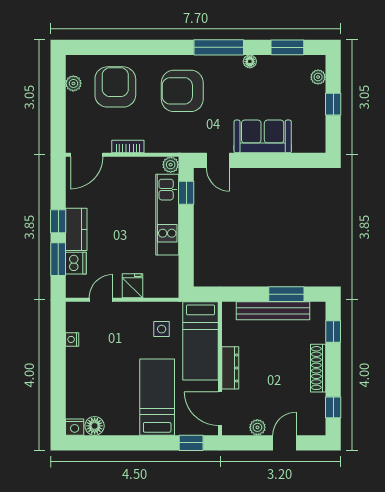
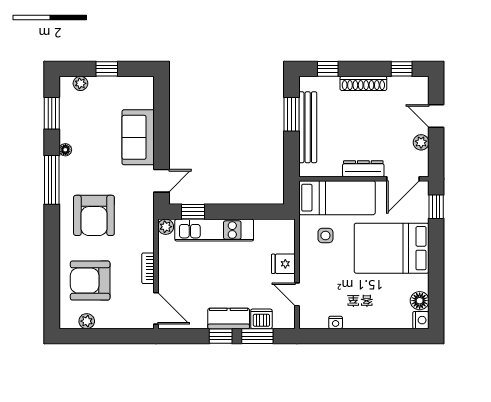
bed: (157, 397) -> (392, 248), width x1.50

